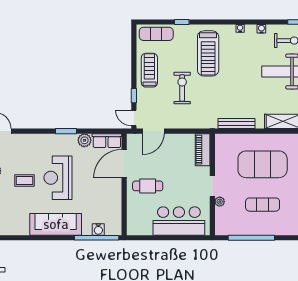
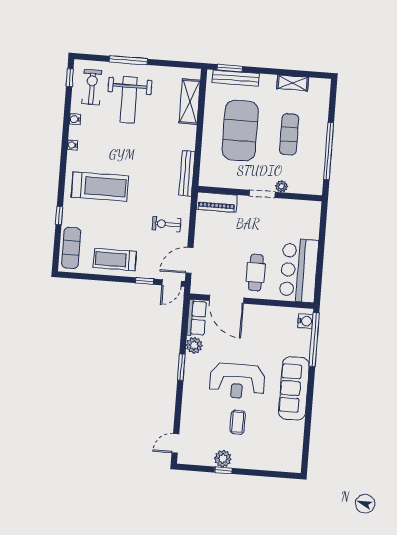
exercise bike: (182, 88) -> (166, 224), moved, width x0.73, depth x0.72
bench: (237, 123) -> (187, 173), moved
door: (153, 131) -> (189, 260), swing flipped
bar counter: (179, 221) -> (299, 270), moved
water cooler: (98, 229) -> (305, 321), moved

